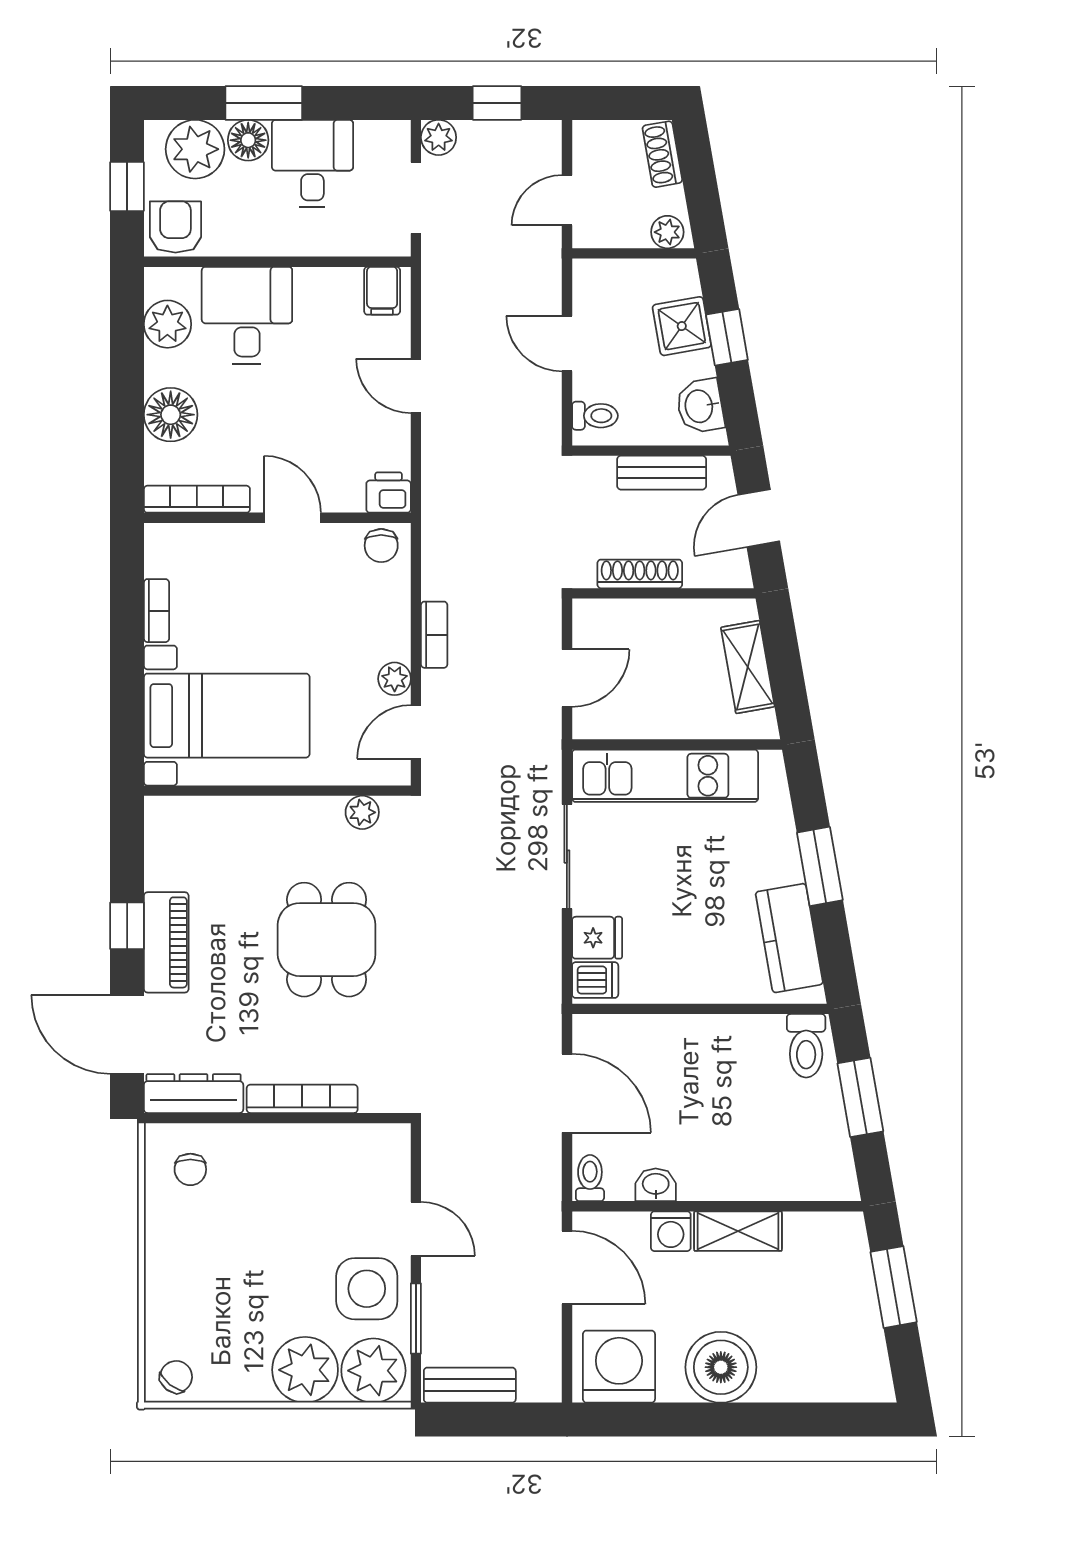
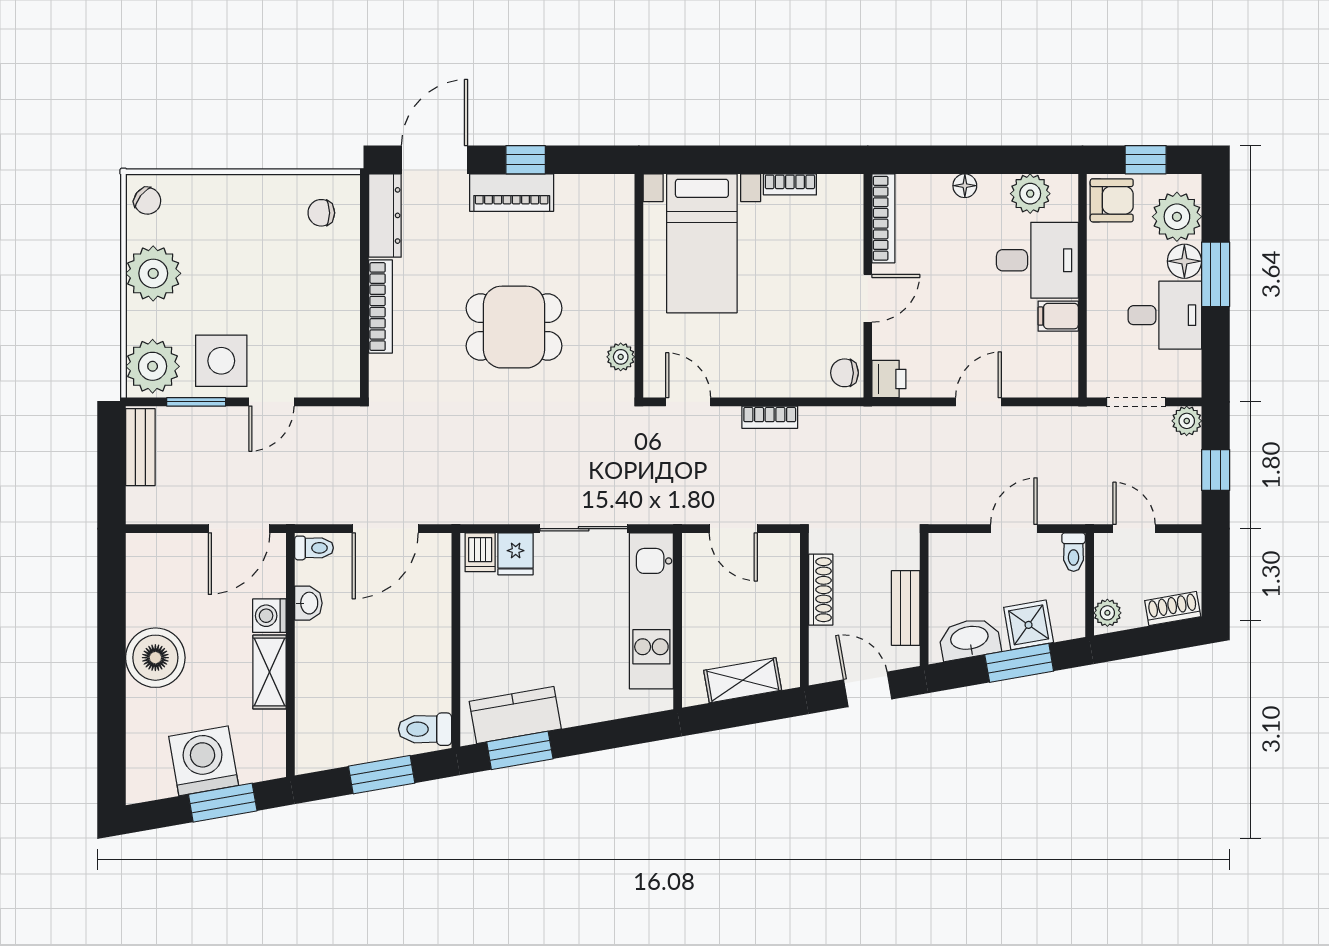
filing cabinet: (382, 291) -> (1058, 316), moved
window: (727, 337) -> (1019, 663), width x1.50
washbasin: (700, 406) -> (970, 639), width x1.38
floor lamp: (171, 415) -> (965, 186), width x0.53, depth x0.53
toilet: (595, 416) -> (1074, 552), moved
plant: (395, 679) -> (733, 384), removed
window: (820, 866) -> (520, 750), moved
washing machine: (619, 1367) -> (204, 761), moved, turned -100
plant: (305, 1370) -> (153, 273), moved

